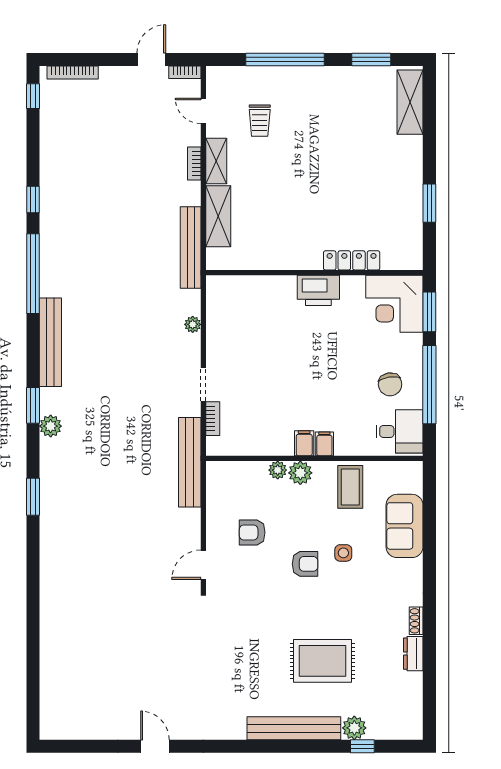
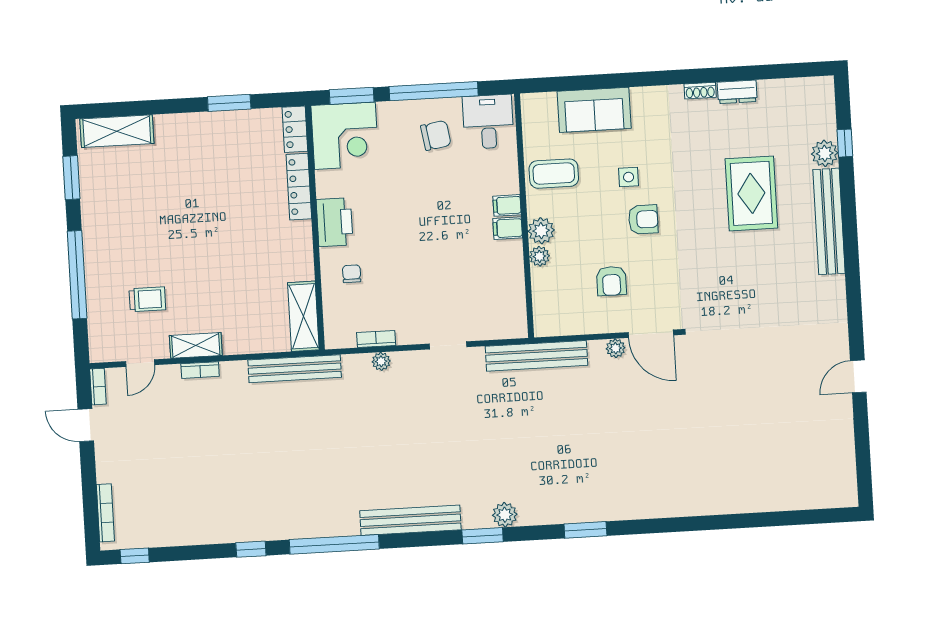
shelving: (218, 216) -> (303, 316), moved, turned 90
locker: (403, 260) -> (295, 129), added
chair: (272, 303) -> (352, 274), added
bookcase: (213, 419) -> (376, 339), moved
plant: (192, 533) -> (616, 348), added
armchair: (305, 564) -> (643, 219), turned 90
door: (203, 565) -> (651, 334), width x1.38

